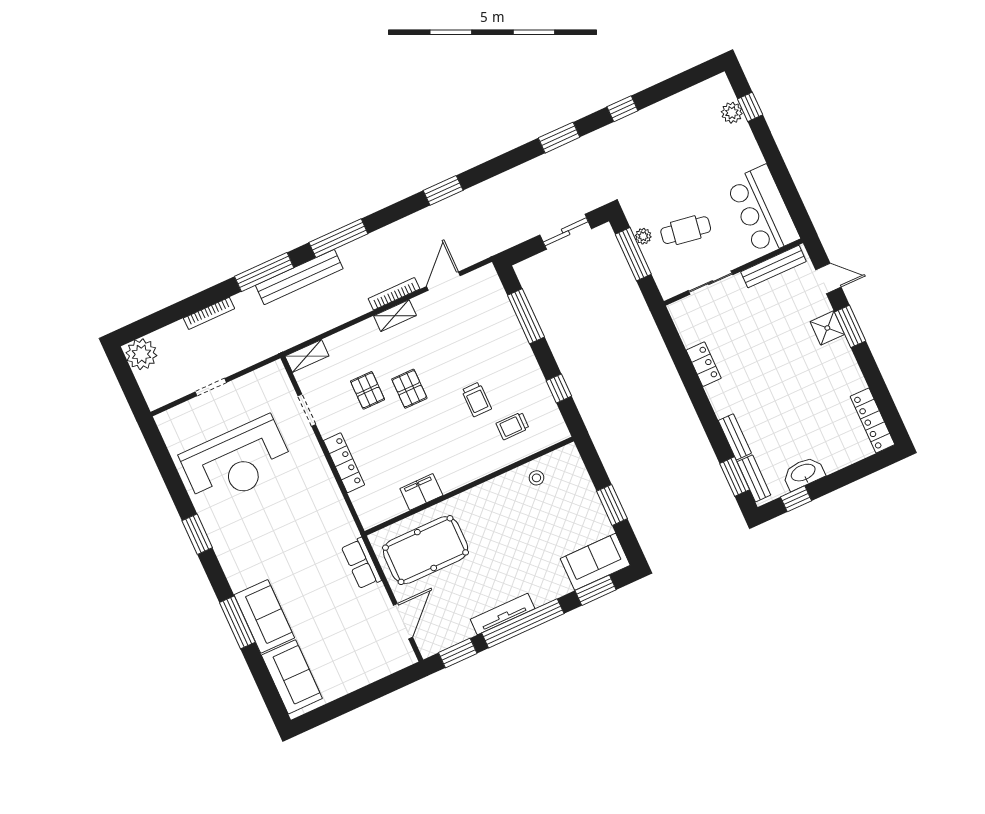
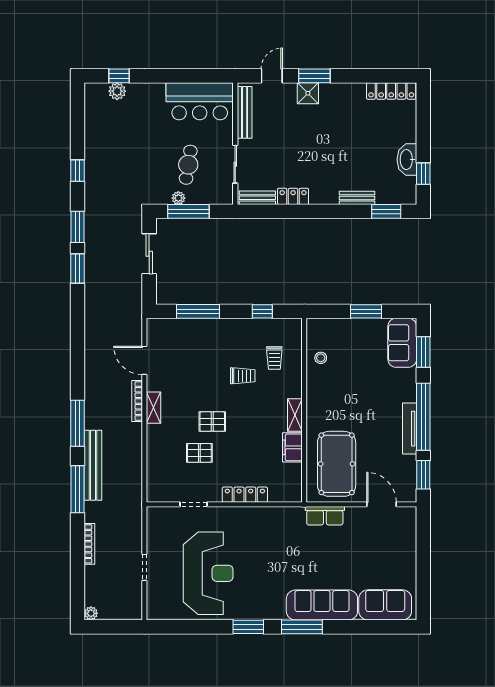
window: (443, 190) -> (77, 269), moved
plant: (141, 354) -> (91, 613), width x0.53, depth x0.53
shelving: (307, 356) -> (295, 415), moved
bench: (754, 478) -> (257, 198), moved
sofa: (264, 616) -> (322, 605), width x1.36
window: (237, 622) -> (302, 627), moved

